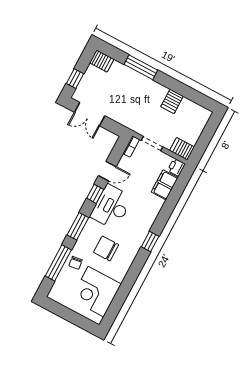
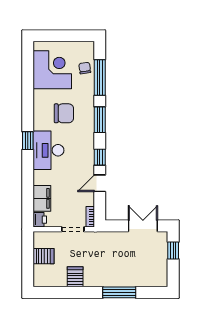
server rack: (102, 61) -> (158, 279), removed
server rack: (182, 149) -> (44, 256), moved
desk: (111, 207) -> (49, 150), moved, turned 180
chair: (76, 263) -> (85, 68), moved

